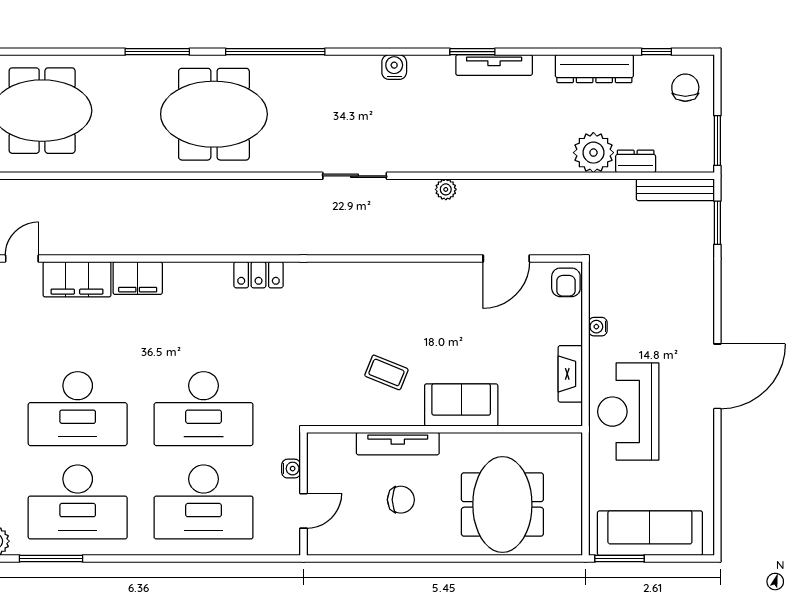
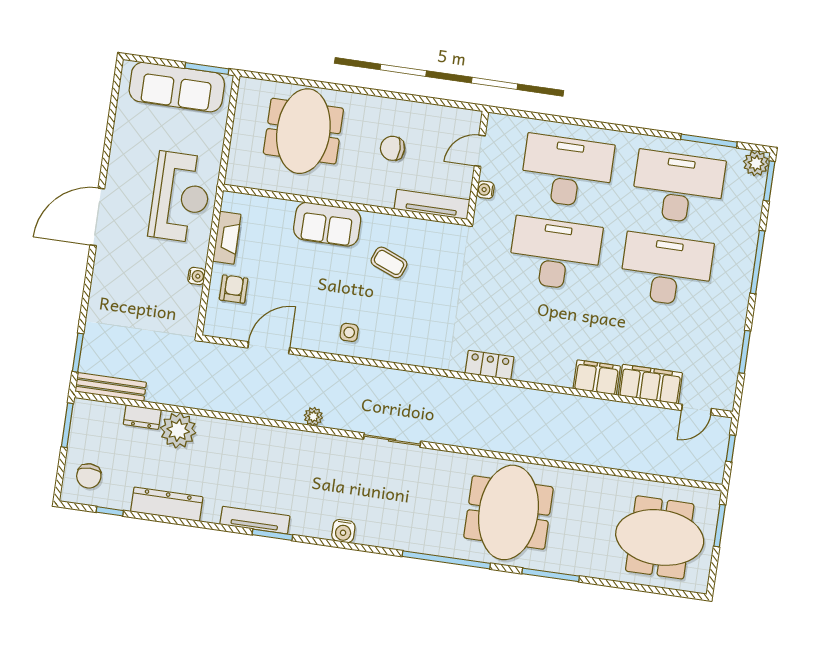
meeting table: (214, 114) -> (508, 512), turned 90
armchair: (566, 282) -> (234, 289), moved
side table: (419, 288) -> (349, 332), added
tv unit: (398, 444) -> (432, 204), moved

